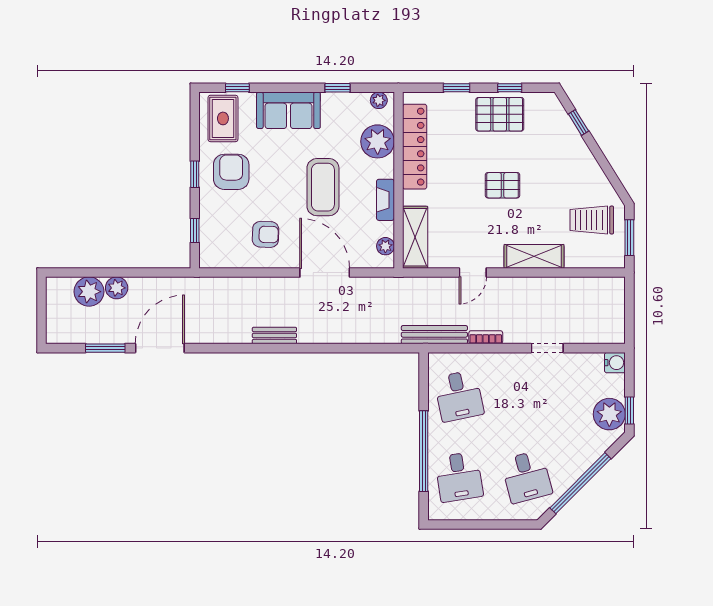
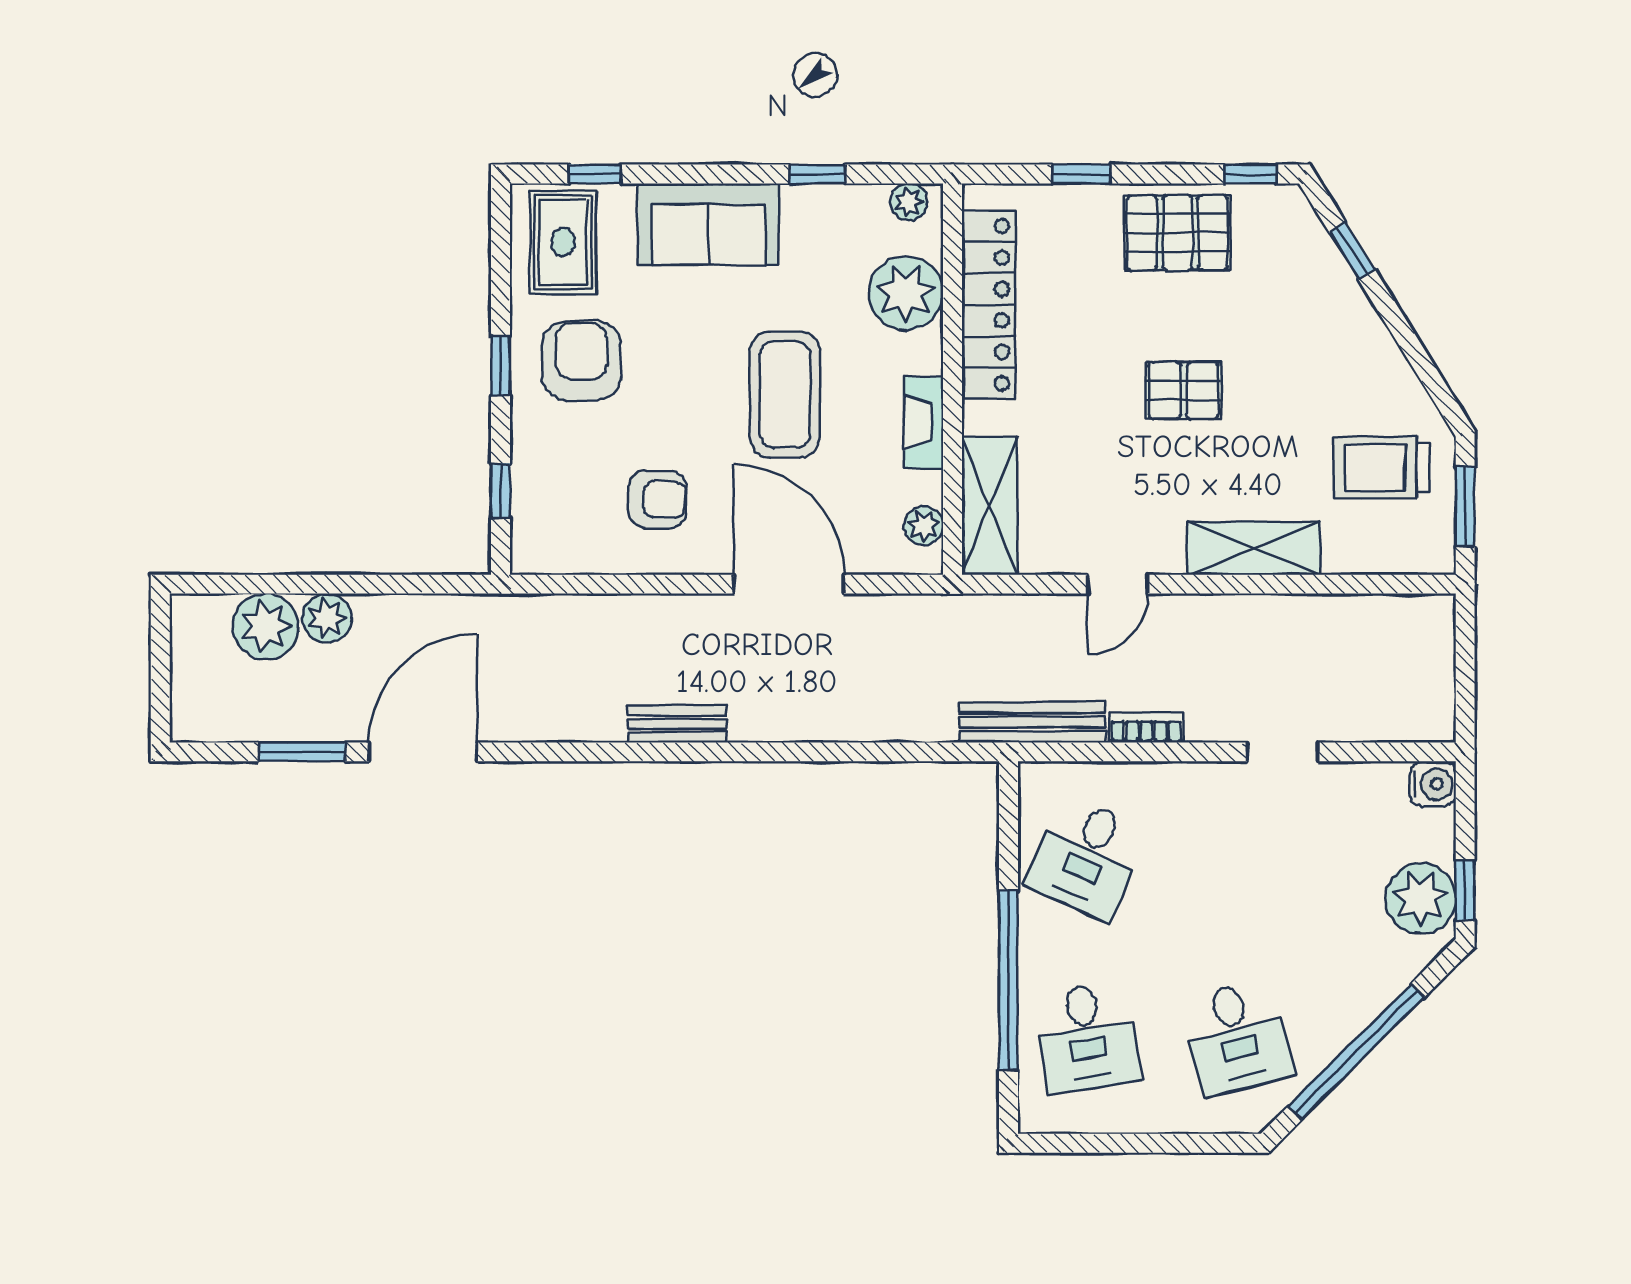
window: (510, 88) -> (1250, 174), moved
desk: (459, 396) -> (1087, 858), turned 36

